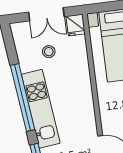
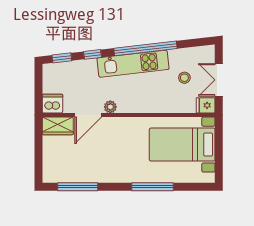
plant: (90, 127) -> (110, 107), added

